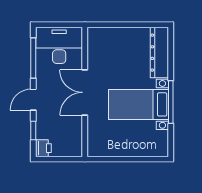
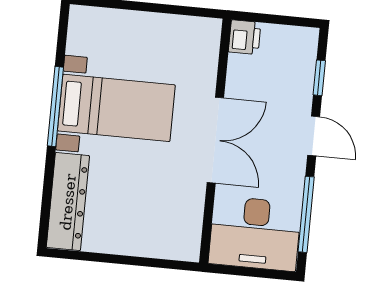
door: (33, 100) -> (314, 136), hinge flipped
printer: (43, 148) -> (245, 37), moved, turned 180

